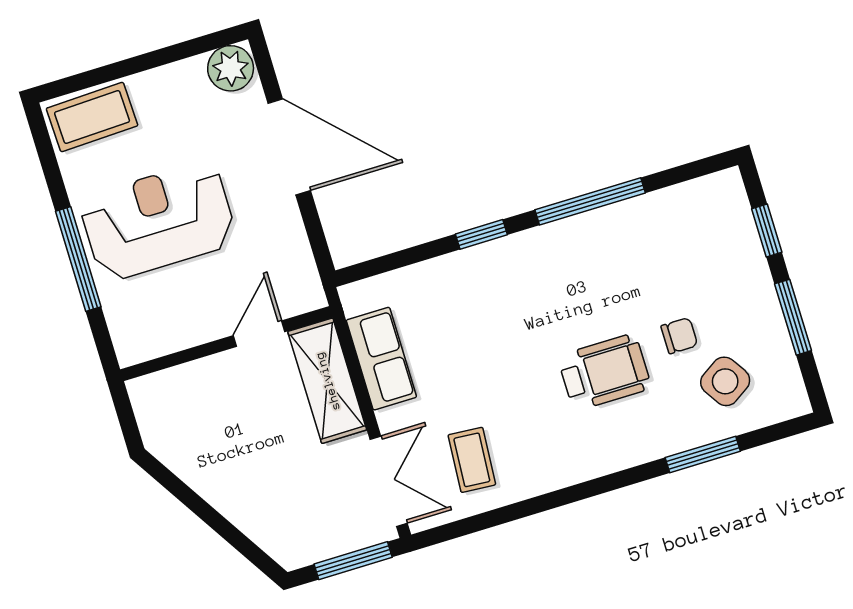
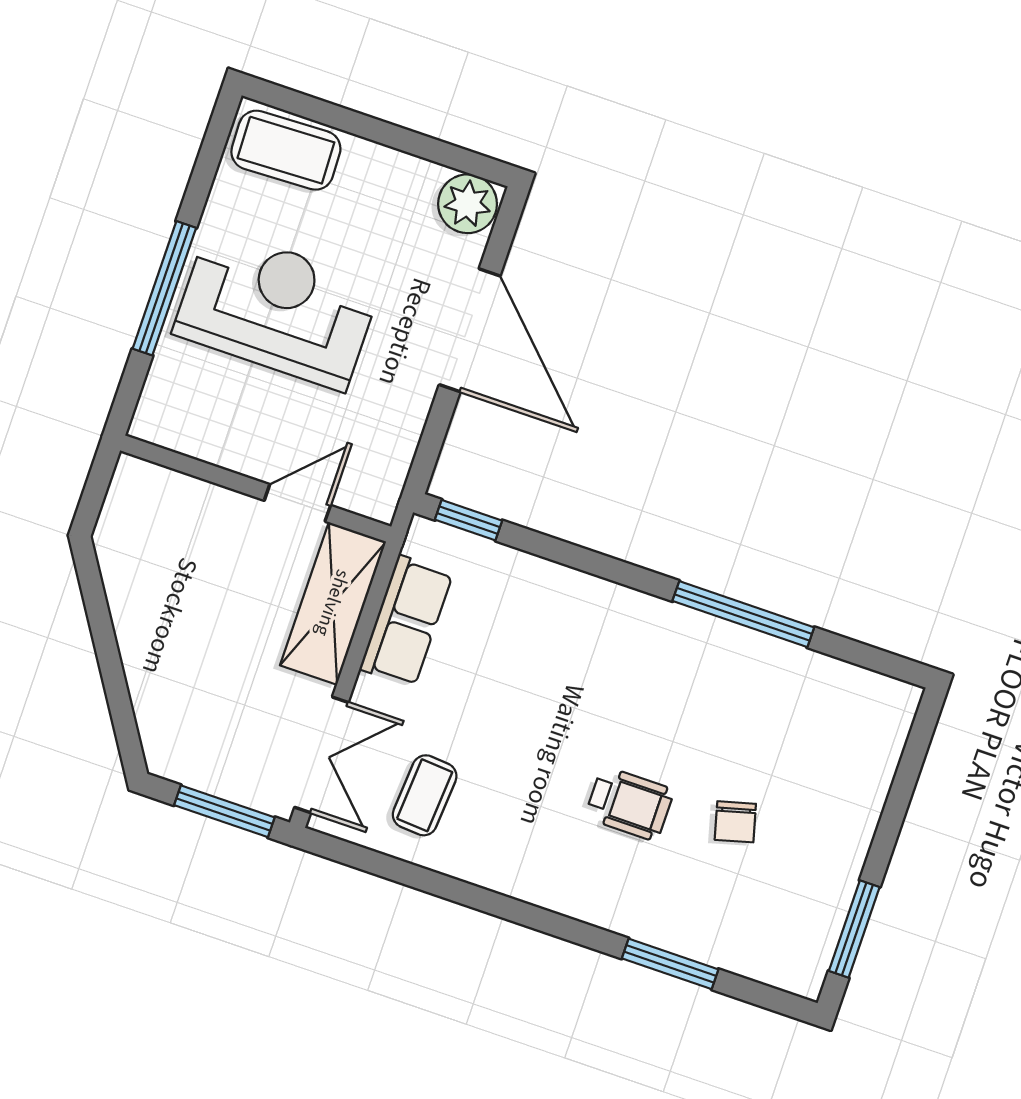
window: (767, 231) -> (906, 778), removed
window: (481, 234) -> (469, 520), moved
window: (793, 317) -> (854, 929), moved
chair: (679, 336) -> (735, 822), turned 75
wheelchair: (604, 372) -> (629, 804), width x0.73, depth x0.73
side table: (725, 381) -> (749, 904), removed

